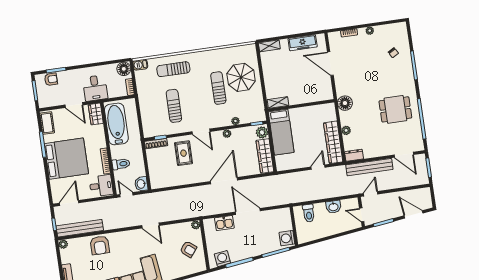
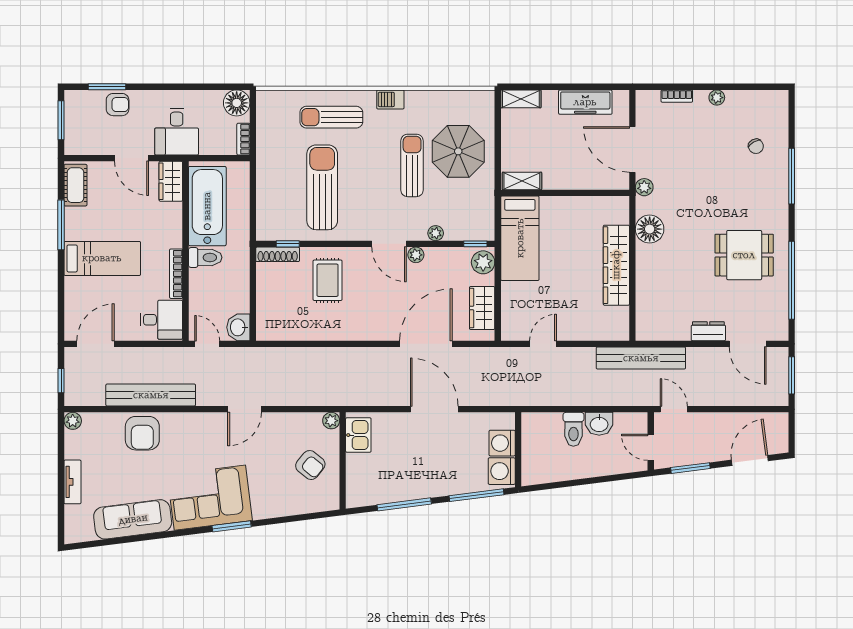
barbecue: (140, 65) -> (390, 99), moved
armchair: (51, 79) -> (118, 105), moved
shelving: (278, 103) -> (522, 181), moved
wall: (301, 105) -> (565, 193), moved
sun lounger: (174, 106) -> (322, 187), width x1.36, depth x1.34
plant: (346, 130) -> (644, 187), moved
door: (201, 132) -> (389, 244), moved
bed: (281, 132) -> (520, 238), moved
wardrobe: (333, 142) -> (616, 265), moved
dresser: (354, 155) -> (708, 331), moved
wardrobe: (265, 156) -> (482, 308), width x0.67
bed: (66, 159) -> (102, 258), width x0.49
toilet: (121, 164) -> (205, 257), moved
door: (318, 167) -> (543, 344), moved
bench: (369, 167) -> (641, 358), moved
door: (224, 181) -> (426, 344), moved
door: (371, 194) -> (674, 409), hinge flipped
toilet: (309, 213) -> (573, 429), moved
door: (414, 214) -> (750, 460), hinge flipped
kitchen sink: (224, 223) -> (358, 435), moved, turned -90
door: (150, 225) -> (245, 409), hinge flipped
bench: (80, 228) -> (151, 395), moved
washing machine: (222, 259) -> (502, 443), moved, turned -83

